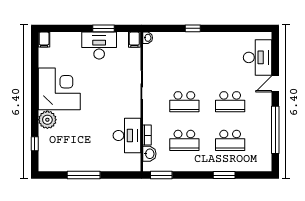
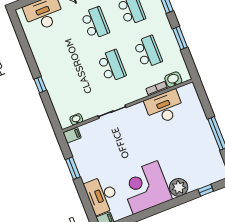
washbasin: (148, 38) -> (76, 119), moved
desk: (99, 46) -> (102, 195), moved
window: (161, 175) -> (180, 38), moved

